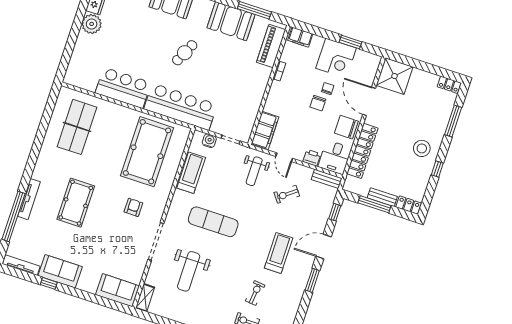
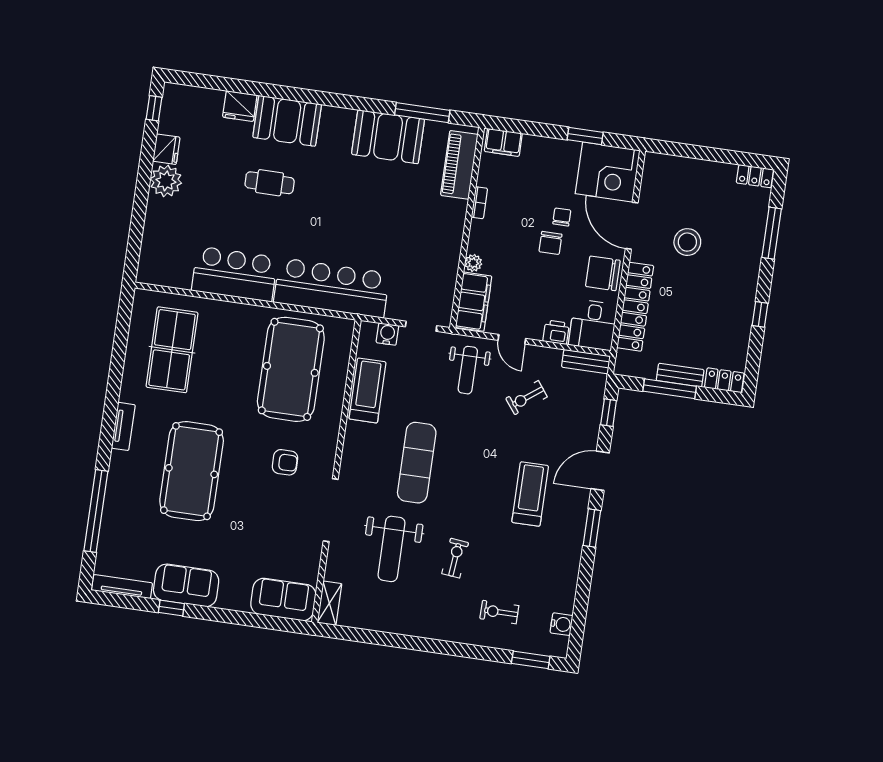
cafe table: (185, 53) -> (270, 183), moved, turned 64
corner desk: (336, 58) -> (605, 172), moved
shower: (395, 76) -> (665, 178), removed
plant: (269, 107) -> (473, 263), added
stool: (422, 148) -> (687, 242), moved
tv unit: (29, 199) -> (123, 426), moved, width x0.71
pool table: (76, 203) -> (192, 471), width x1.36, depth x1.32
armchair: (133, 207) -> (285, 462), turned 90
exercise mat: (213, 222) -> (417, 463), turned 90
exercise bike: (255, 293) -> (455, 558), moved

